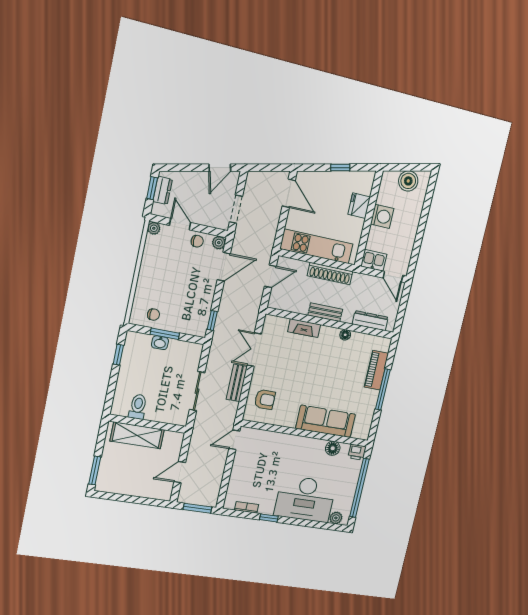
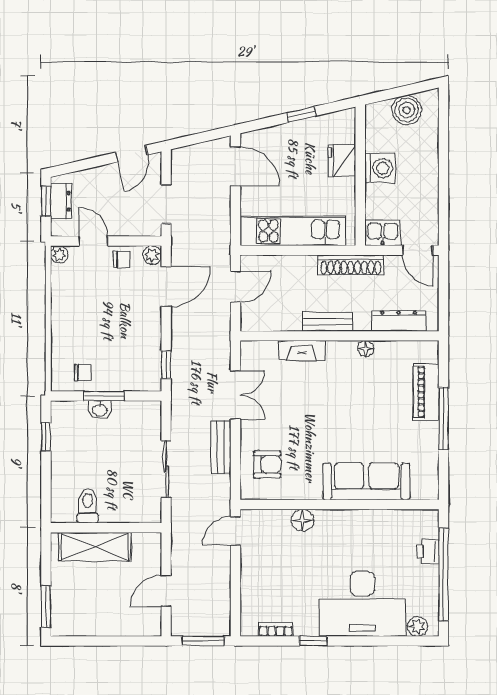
shoe rack: (330, 274) -> (351, 265), moved
double door: (254, 350) -> (235, 395), swing flipped
floor lamp: (333, 448) -> (302, 520), moved
printer: (357, 452) -> (428, 551), moved, turned 90

